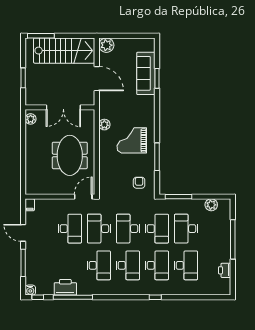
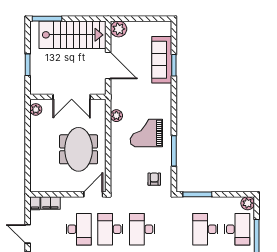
filing cabinet: (44, 205) -> (50, 203), added
plant: (211, 205) -> (248, 203), moved
desk: (157, 229) -> (237, 229), moved

